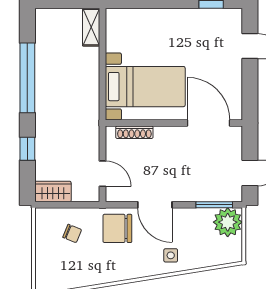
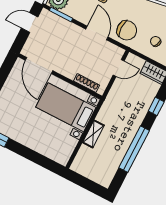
shelving: (91, 27) -> (93, 134), moved
door: (102, 174) -> (119, 68), swing flipped

